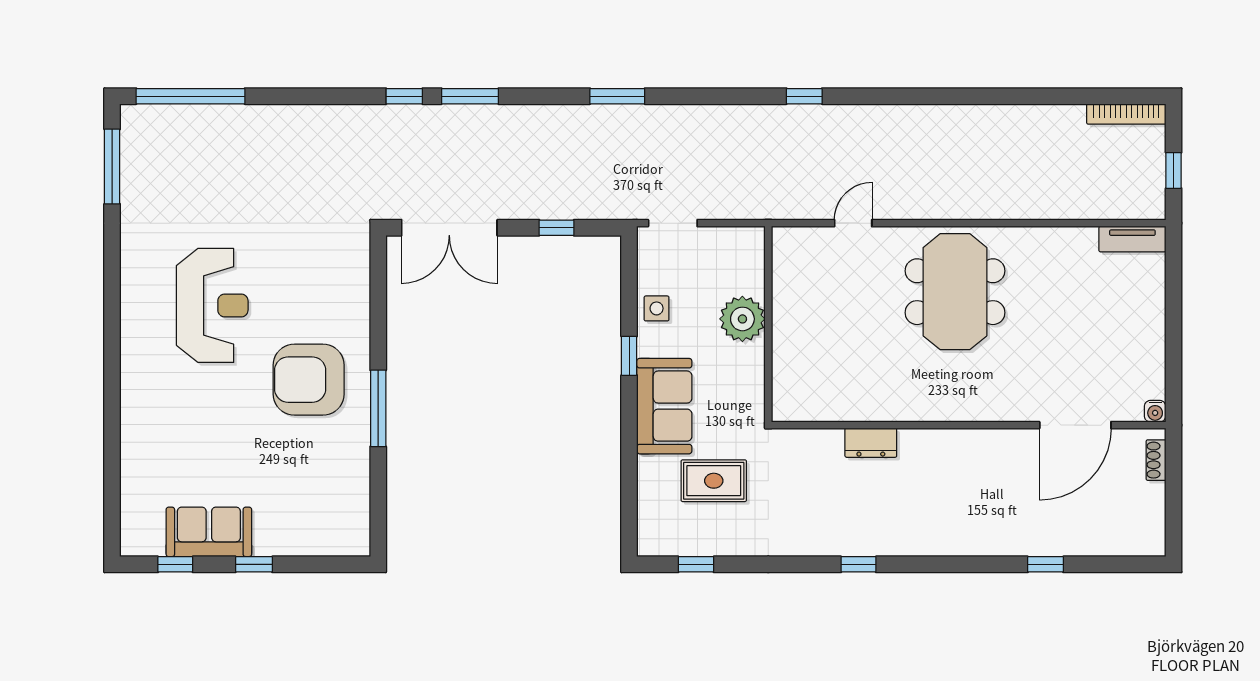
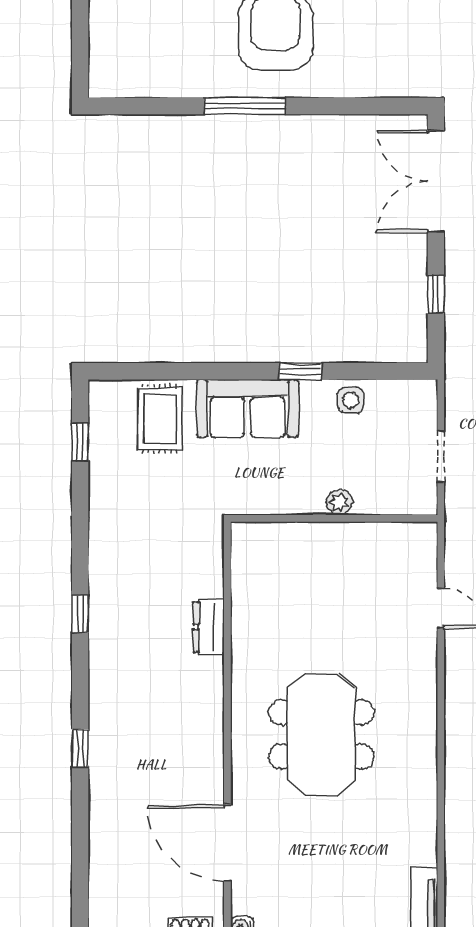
doorway: (673, 223) -> (441, 456), moved
meeting table: (955, 292) -> (321, 734), moved, turned 90
plant: (742, 319) -> (340, 502), width x0.53, depth x0.53
rug: (714, 481) -> (160, 419), moved
window: (1045, 564) -> (80, 748), moved

